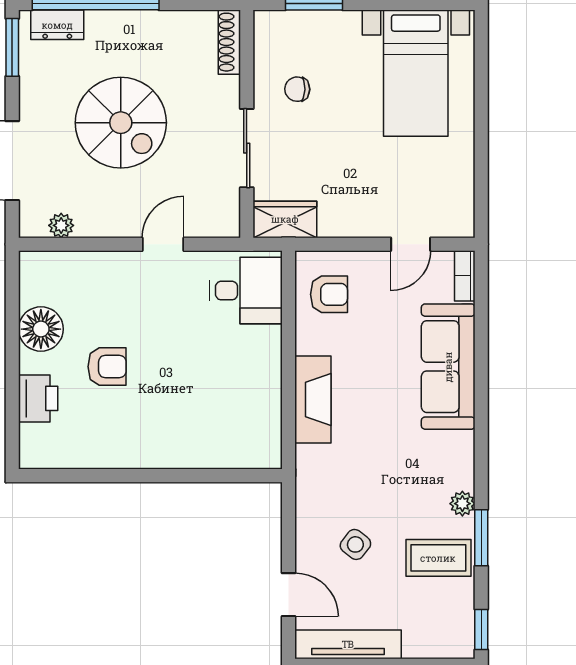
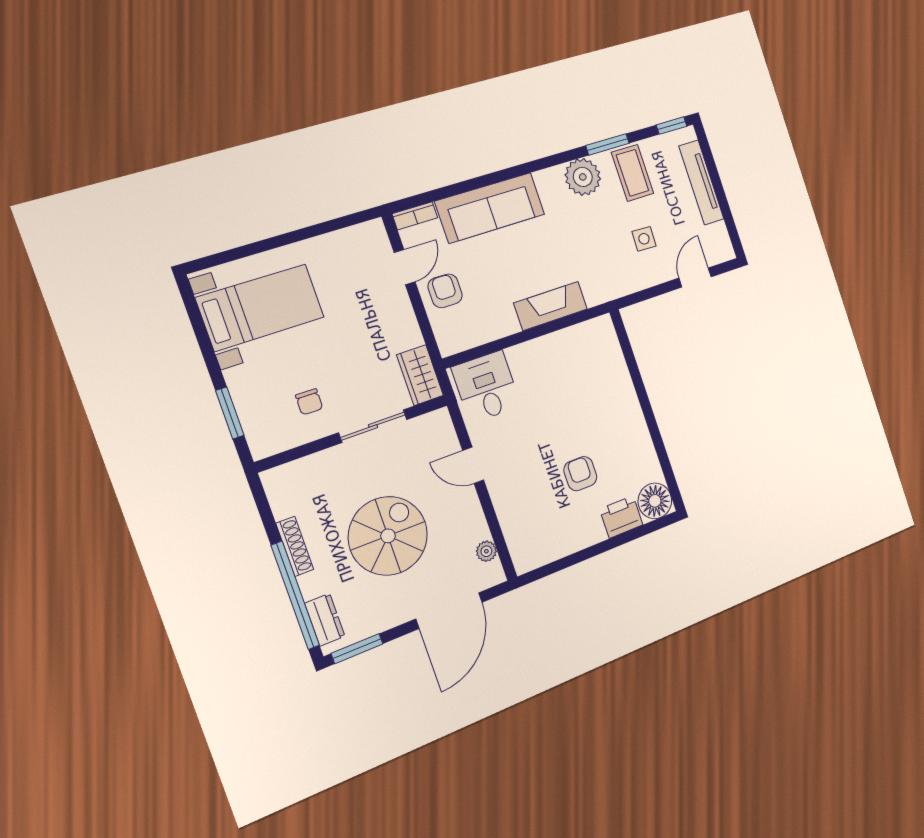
shoe rack: (229, 42) -> (295, 546), moved, turned -90
door: (411, 244) -> (405, 267), hinge flipped
armchair: (329, 294) -> (445, 291), moved
floor lamp: (41, 329) -> (655, 501), moved
plant: (462, 504) -> (583, 177), width x1.87, depth x1.87
side table: (355, 544) -> (644, 239), turned -36
tv unit: (348, 644) -> (701, 183), moved

